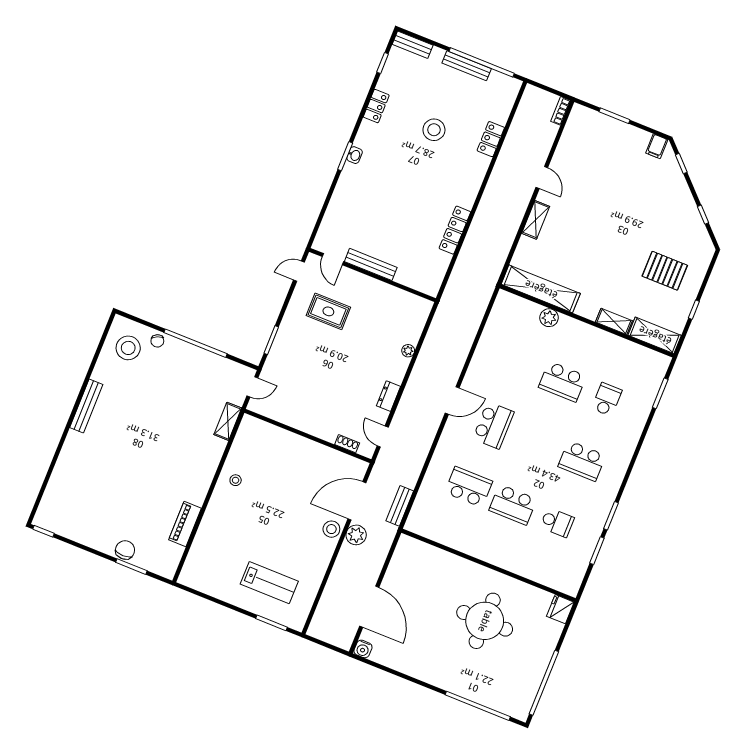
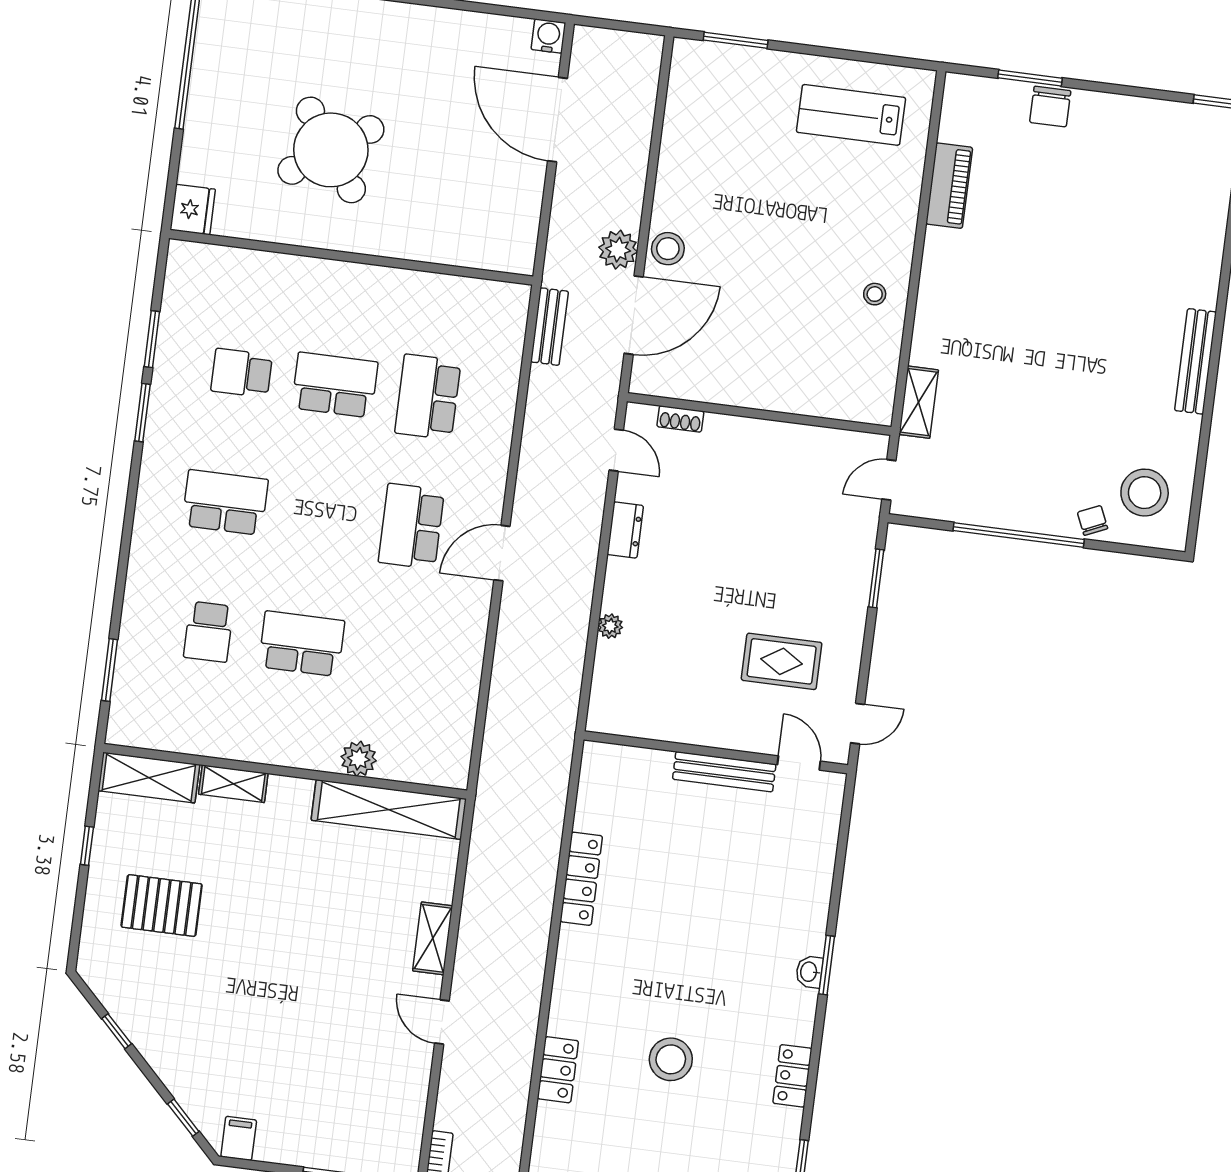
school desk: (469, 487) -> (428, 397), turned 90
lab bench: (269, 583) -> (851, 115), moved
round table: (485, 621) -> (331, 150), turned -35

